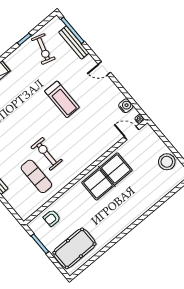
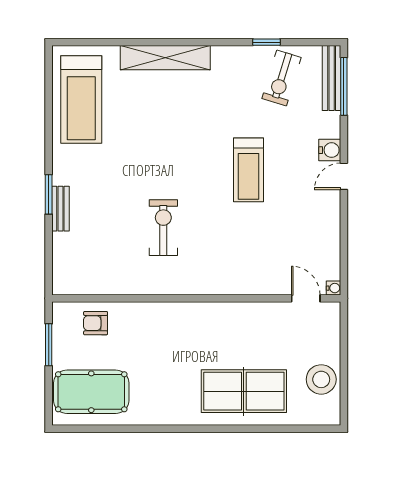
bench: (74, 43) -> (332, 78), moved
door: (104, 68) -> (344, 176), hinge flipped
water cooler: (126, 106) -> (330, 150), moved
exercise mat: (36, 176) -> (123, 247), removed
table tennis table: (107, 176) -> (244, 391), moved

